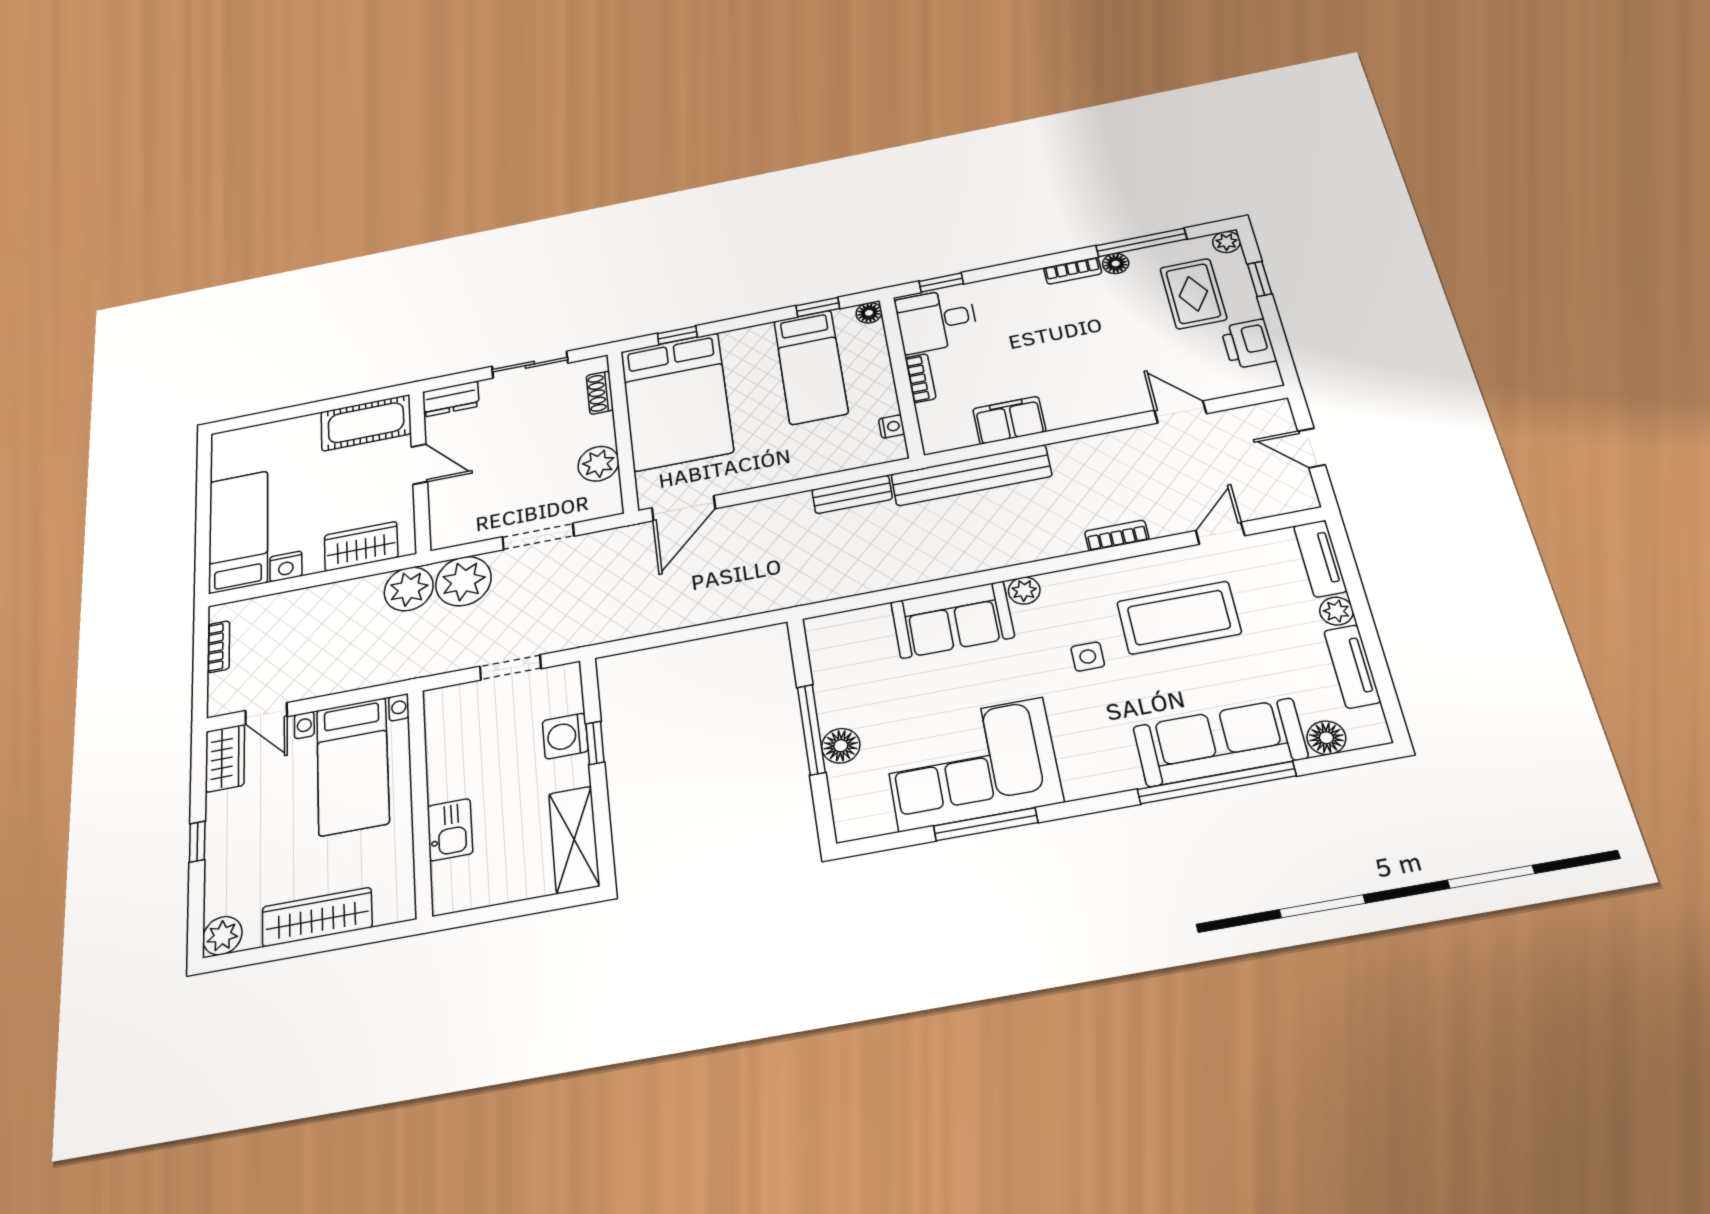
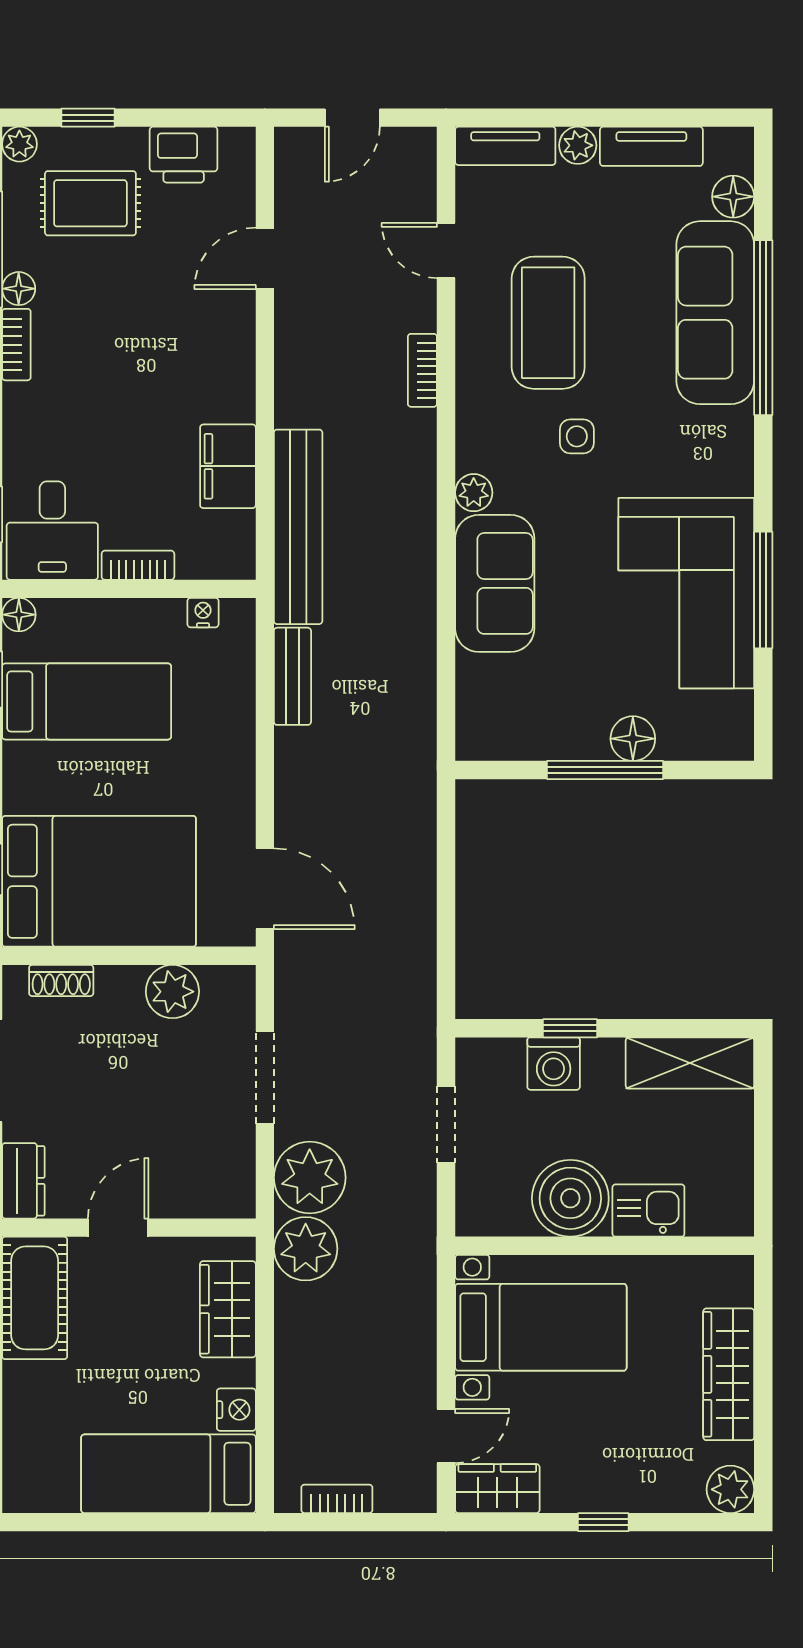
boiler: (457, 769) -> (570, 1198), added

